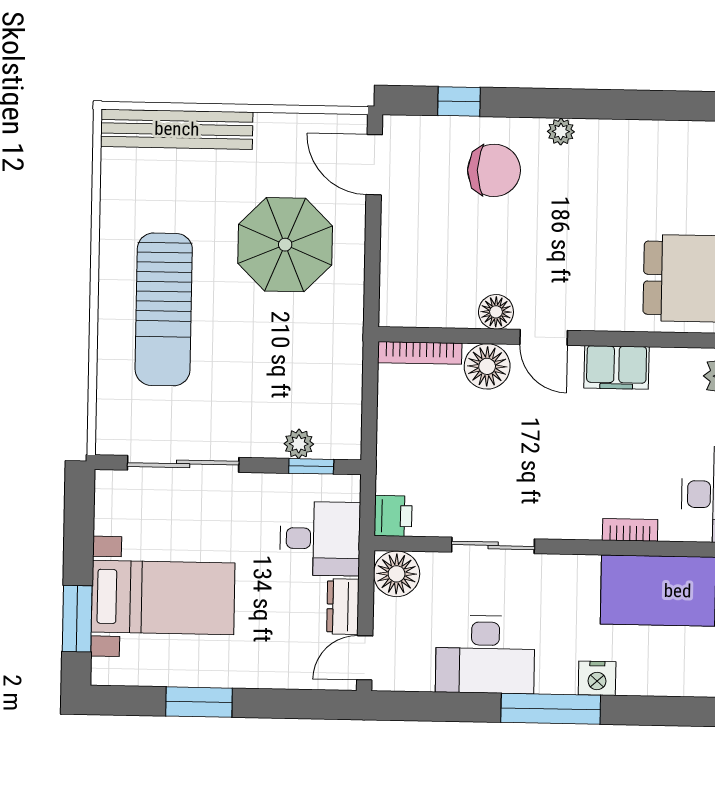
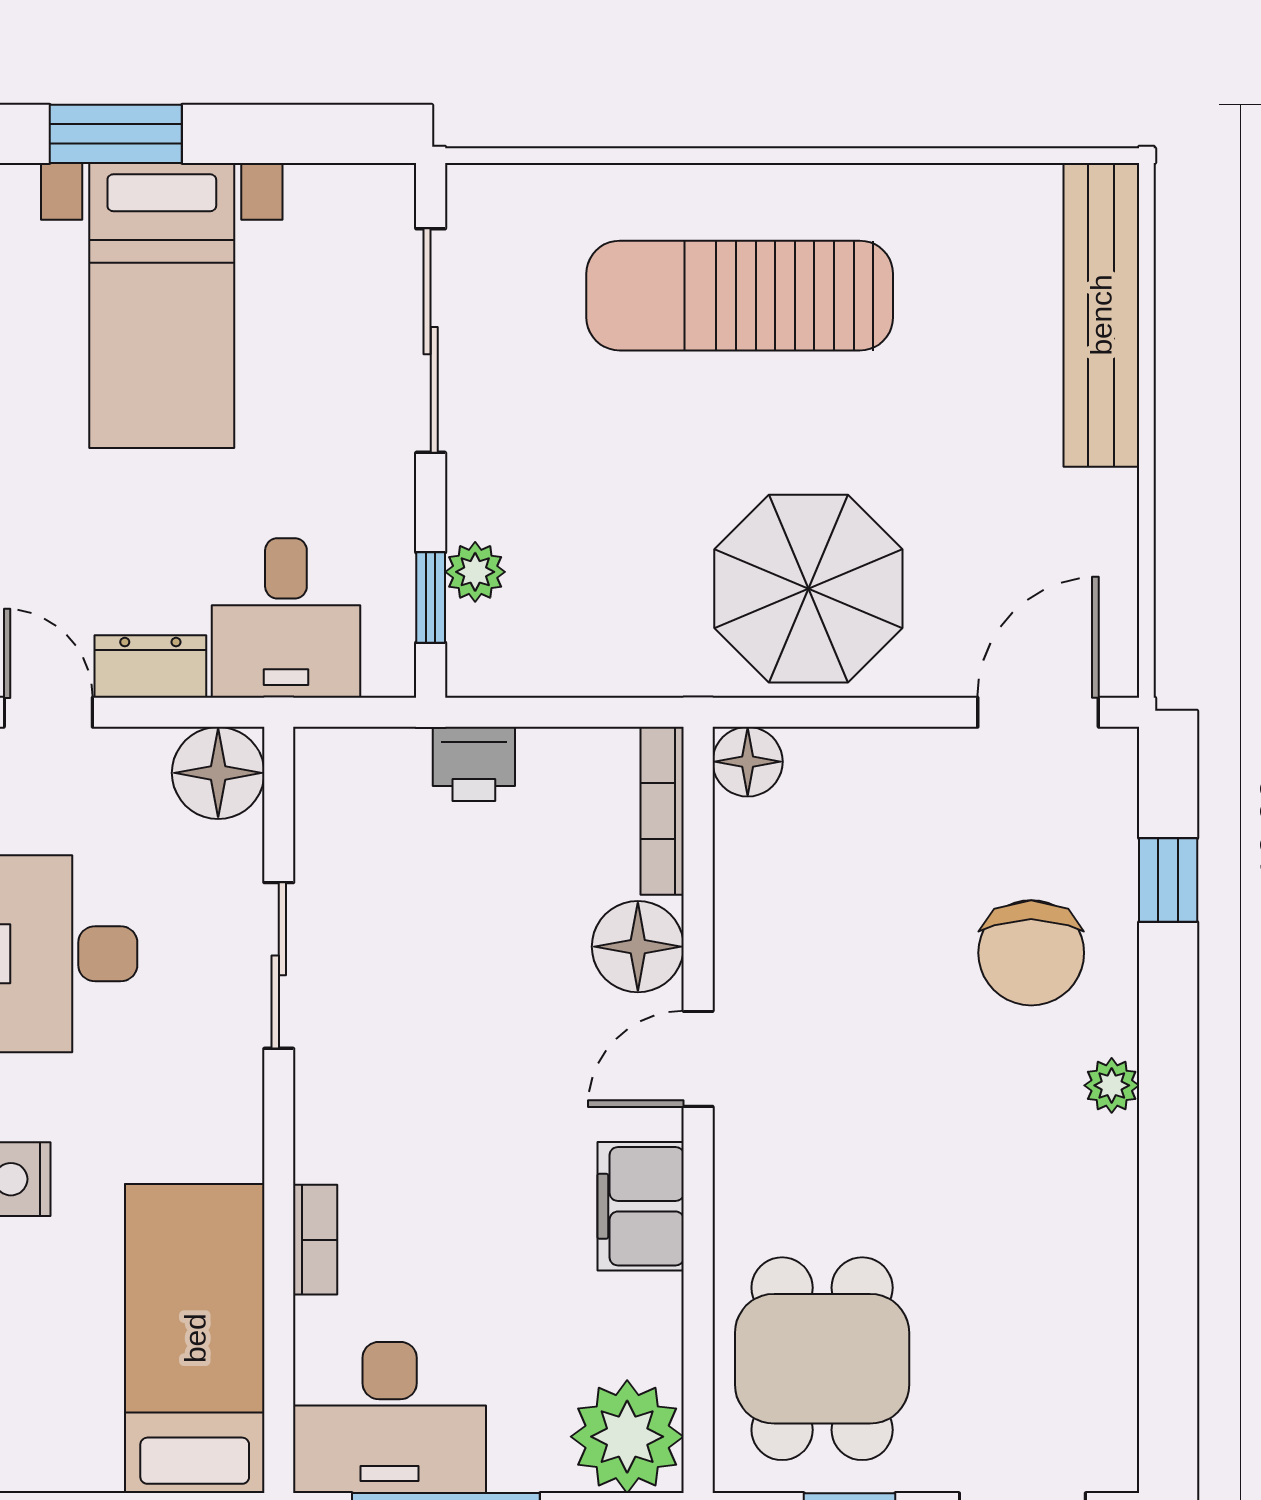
parasol: (285, 245) -> (808, 589), moved
floor lamp: (496, 312) -> (748, 762), moved
printer: (393, 516) -> (474, 764), moved

